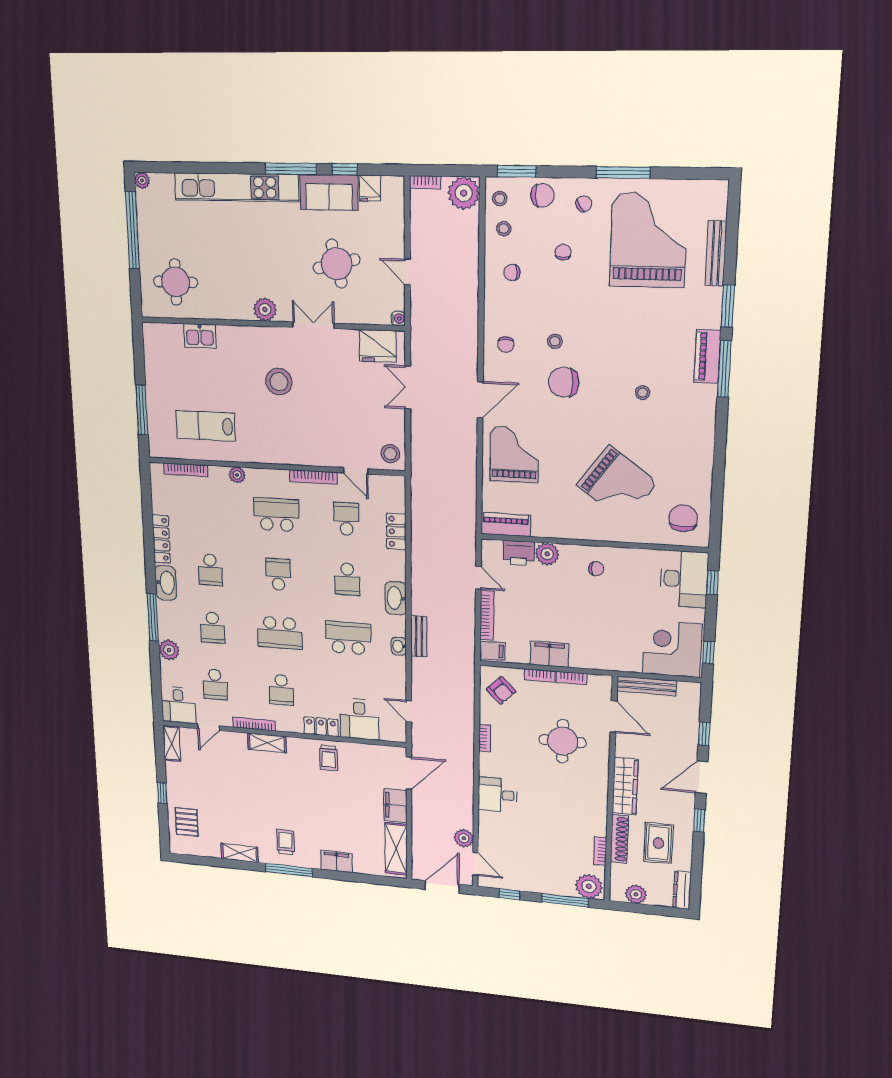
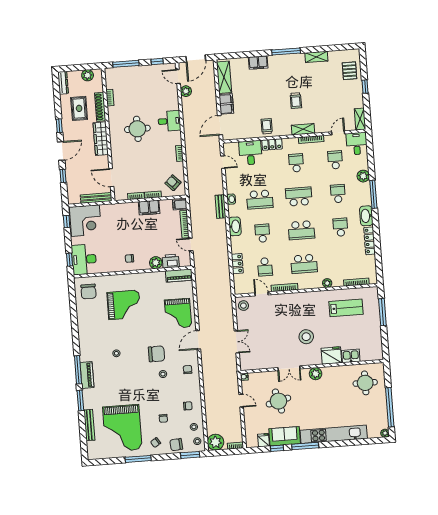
fridge: (378, 346) -> (331, 356), moved
grand piano: (617, 484) -> (124, 305), turned 144
school desk: (278, 574) -> (301, 230), width x1.85
round table: (563, 741) -> (137, 129), moved
trolley: (286, 842) -> (296, 100), moved
plant: (589, 886) -> (114, 75), removed

